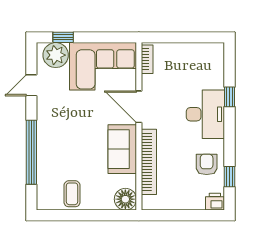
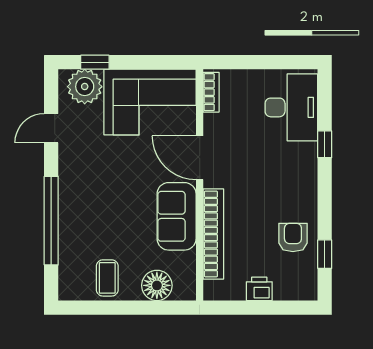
desk: (205, 114) -> (291, 107), moved
floor lamp: (125, 199) -> (157, 285), moved
printer: (215, 202) -> (259, 289), moved

